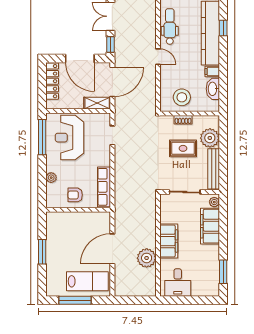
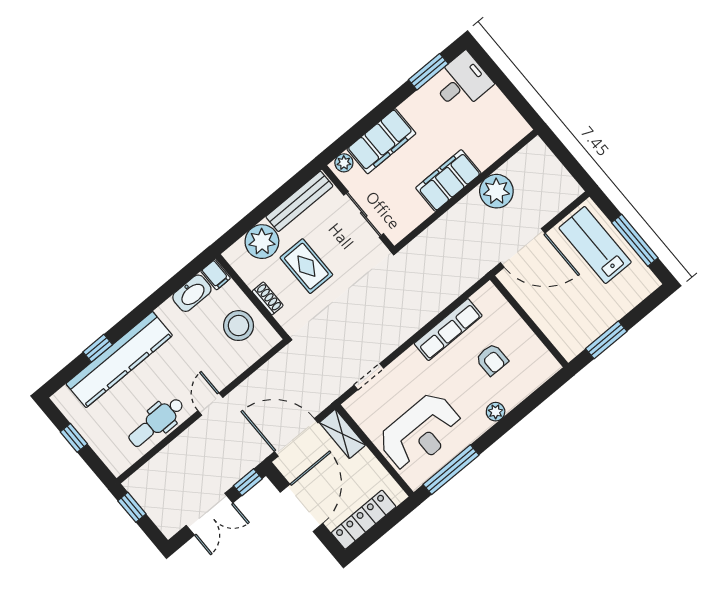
filing cabinet: (212, 72) -> (216, 275), moved
wall: (78, 210) -> (529, 321), moved
desk: (178, 283) -> (462, 82), moved

